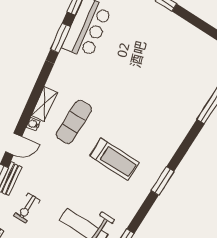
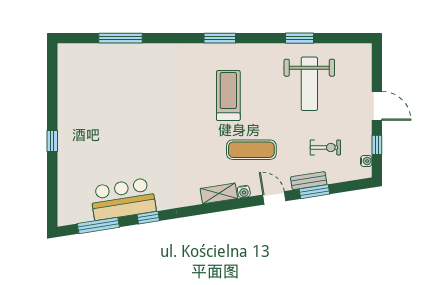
window: (60, 38) -> (148, 218), width x0.67
exercise mat: (74, 122) -> (251, 150), moved

